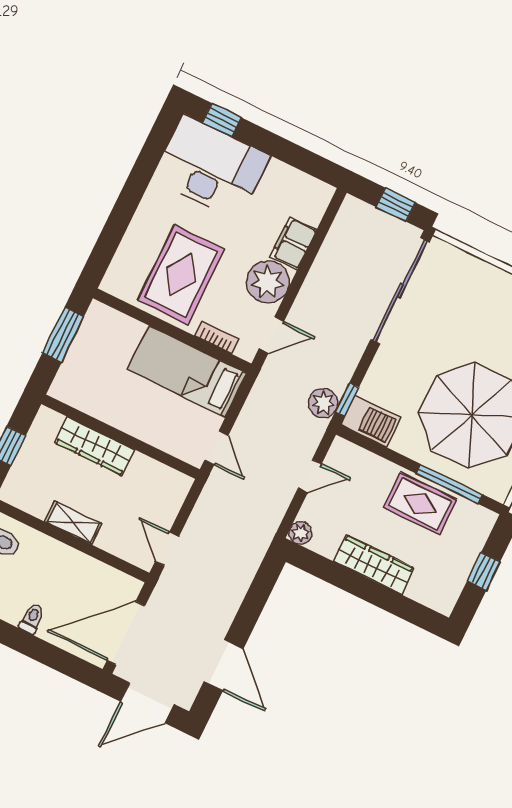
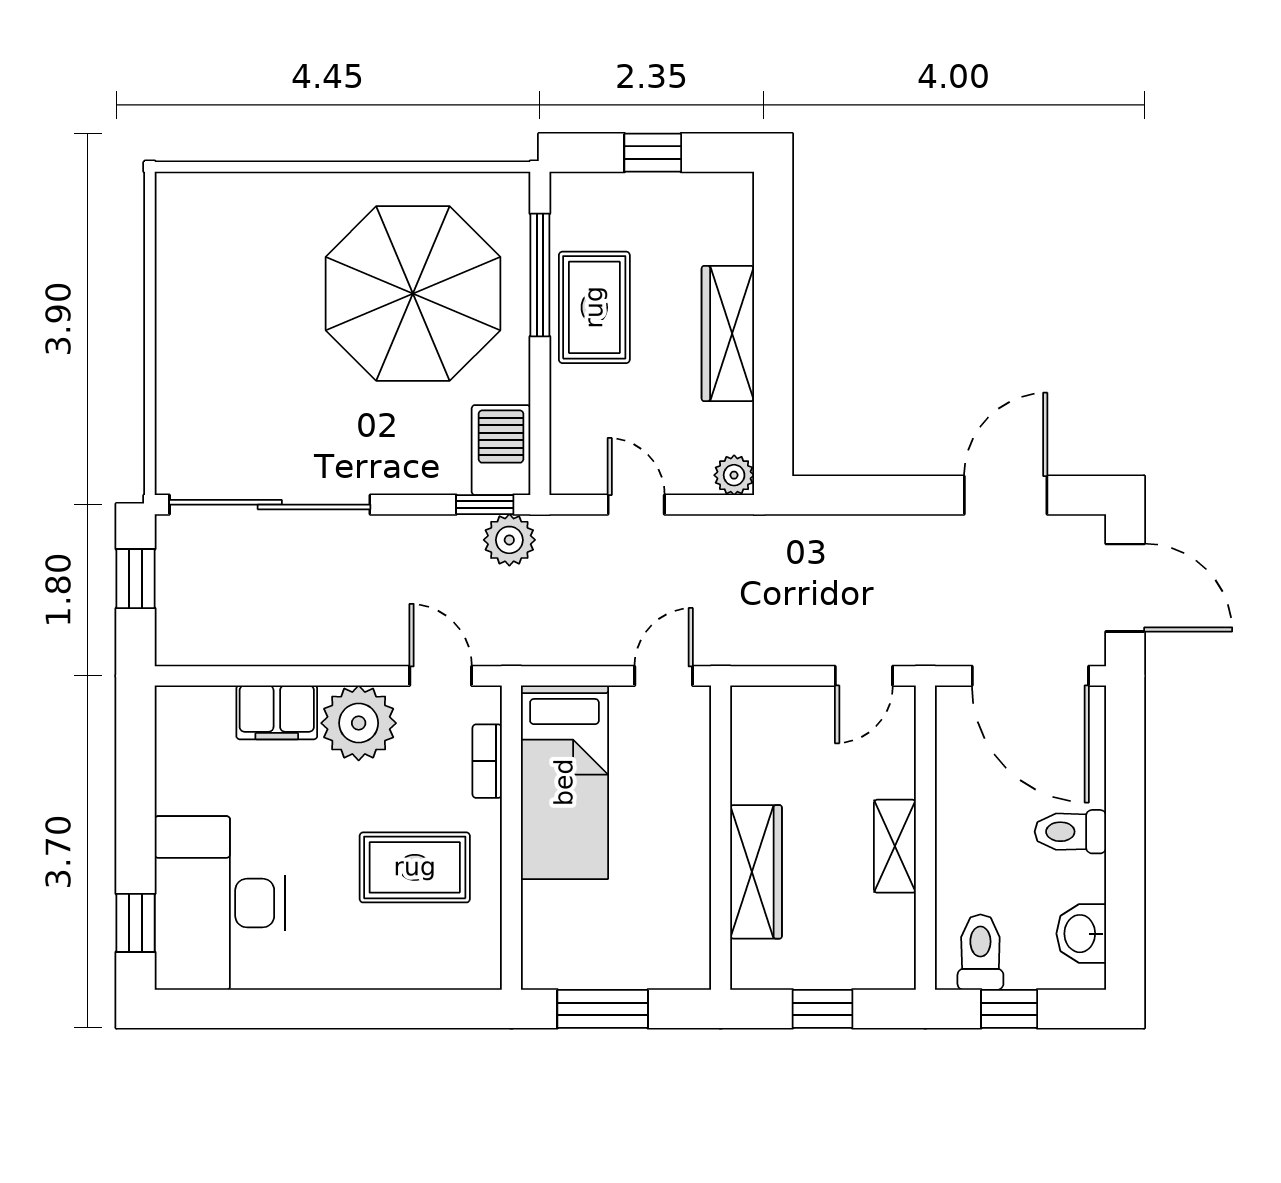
rug: (181, 275) -> (415, 867), width x0.73, depth x0.70
toilet: (32, 618) -> (1070, 832), width x1.37, depth x1.39

